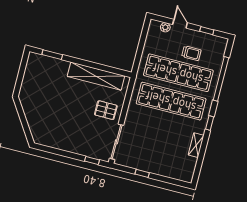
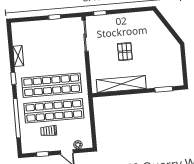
pallet: (106, 110) -> (125, 52), moved, turned 90

